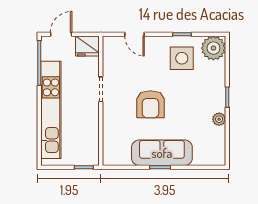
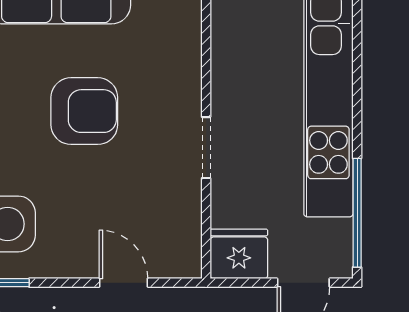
armchair: (150, 104) -> (84, 111), turned 90

